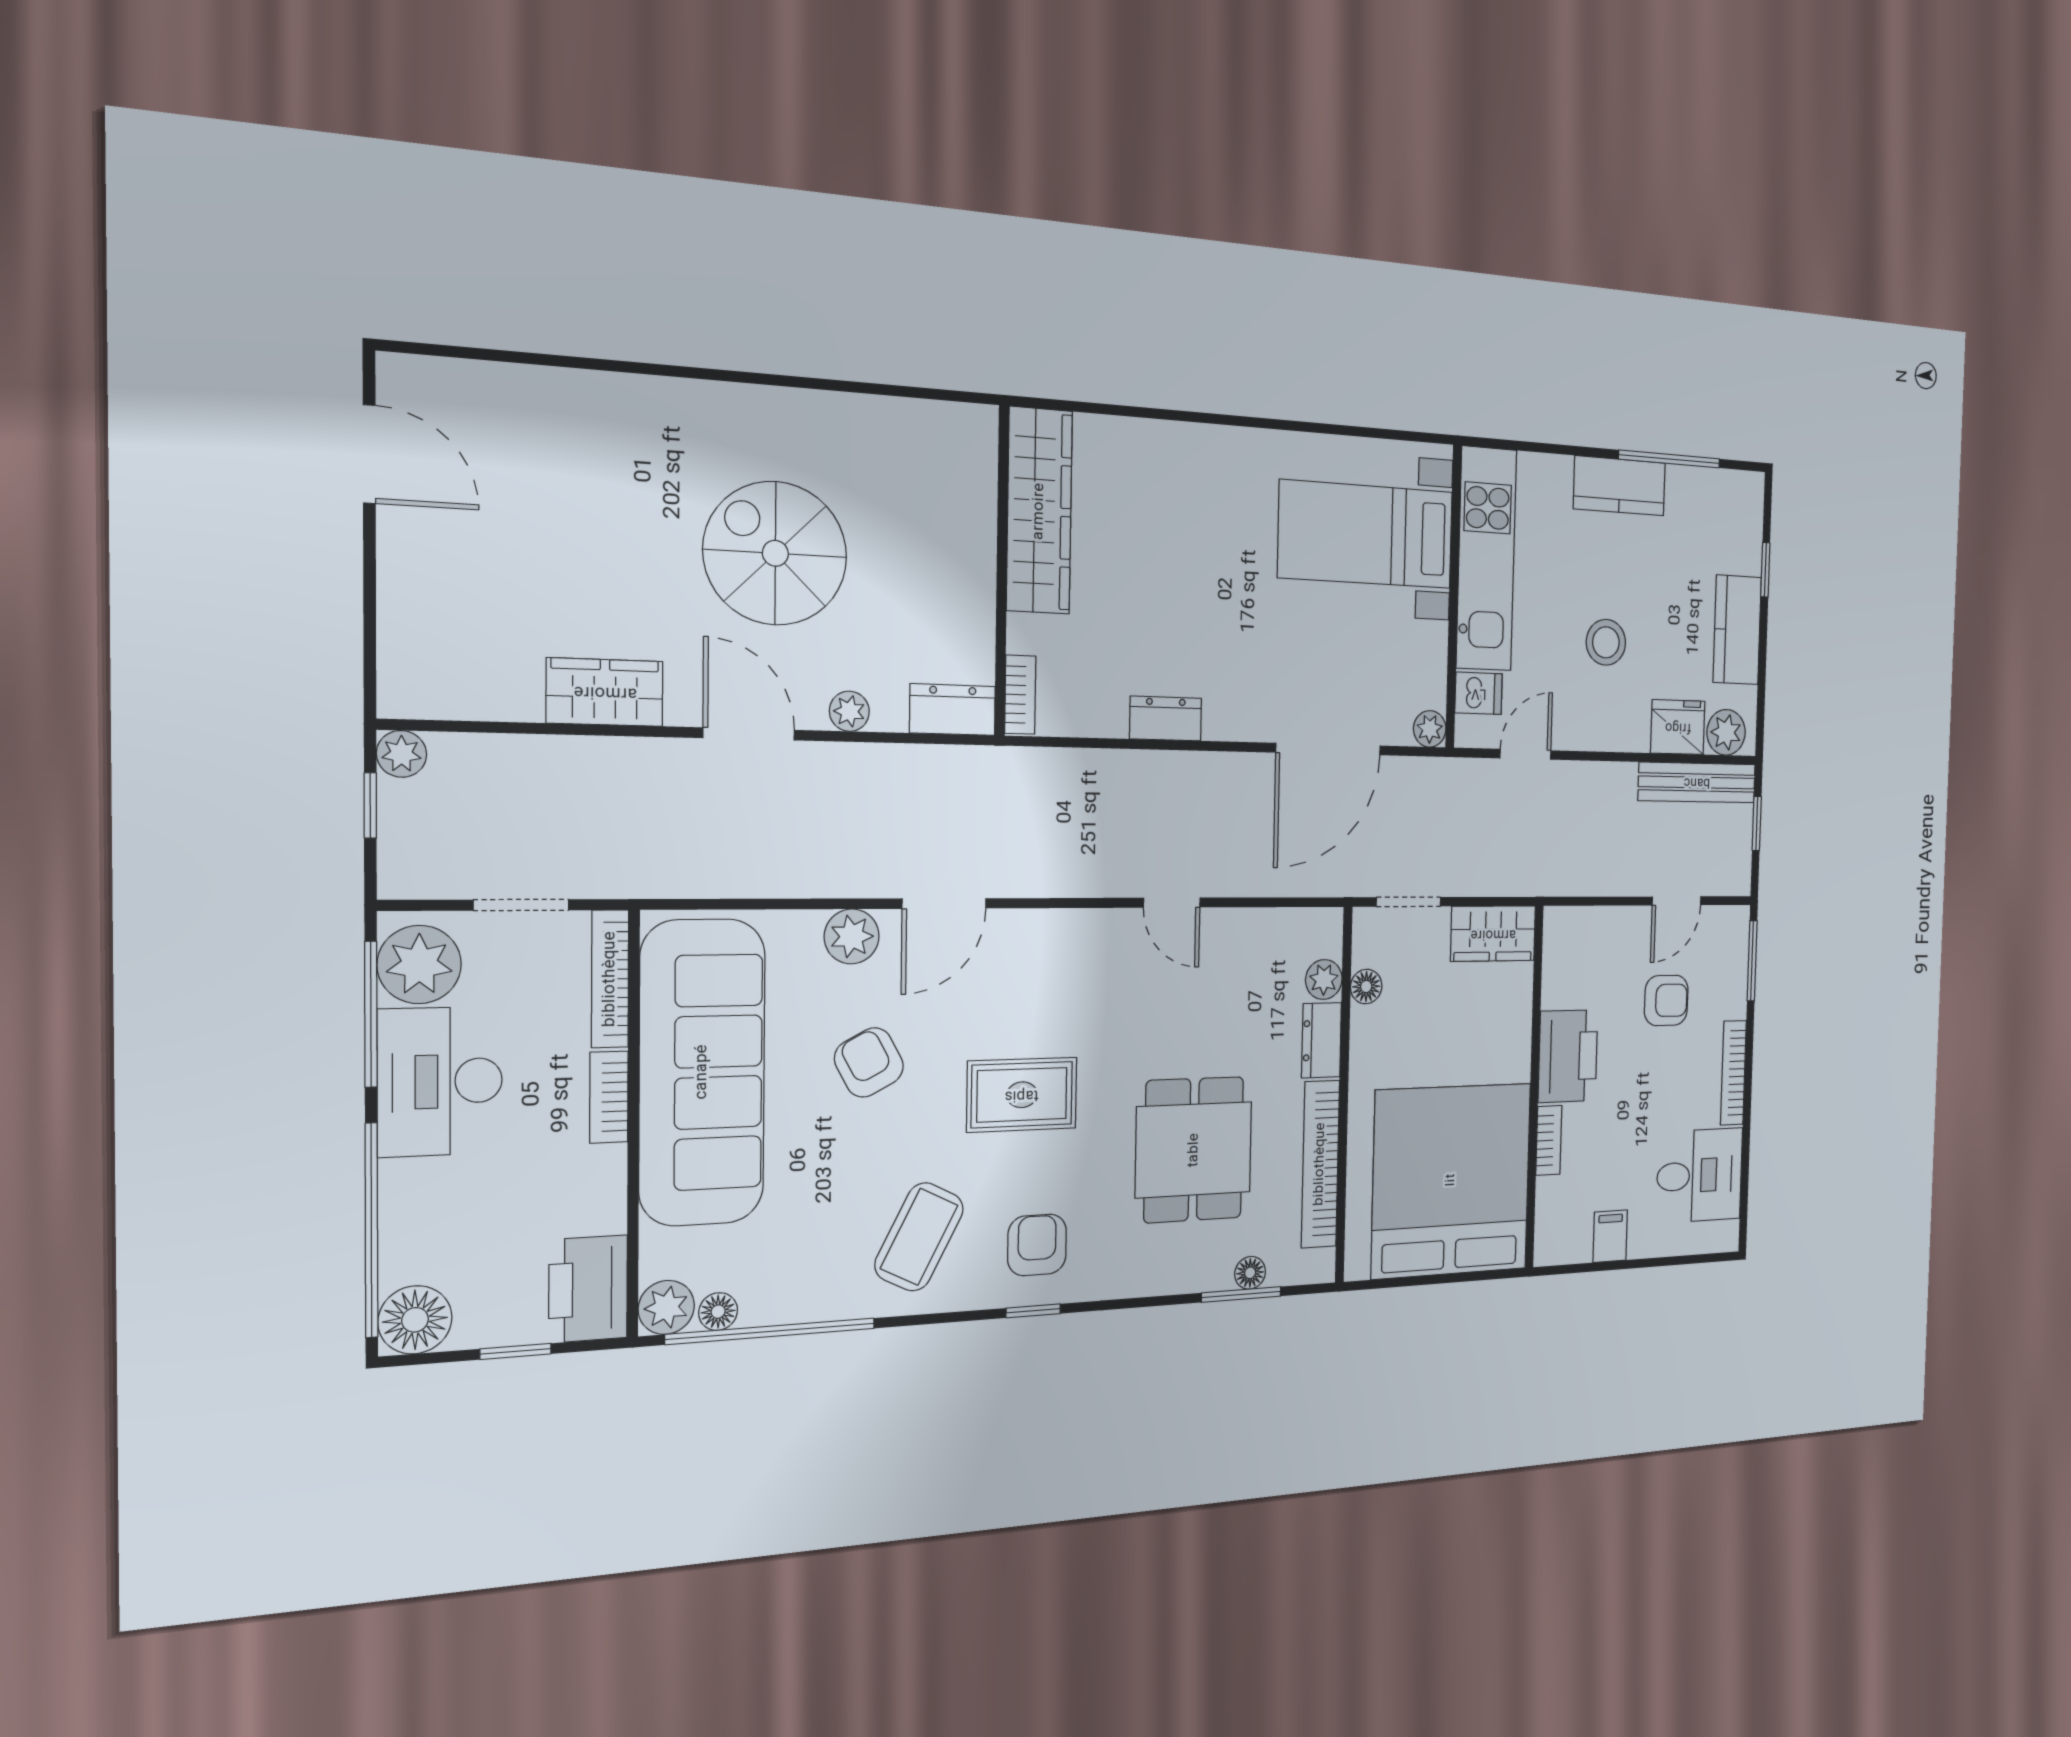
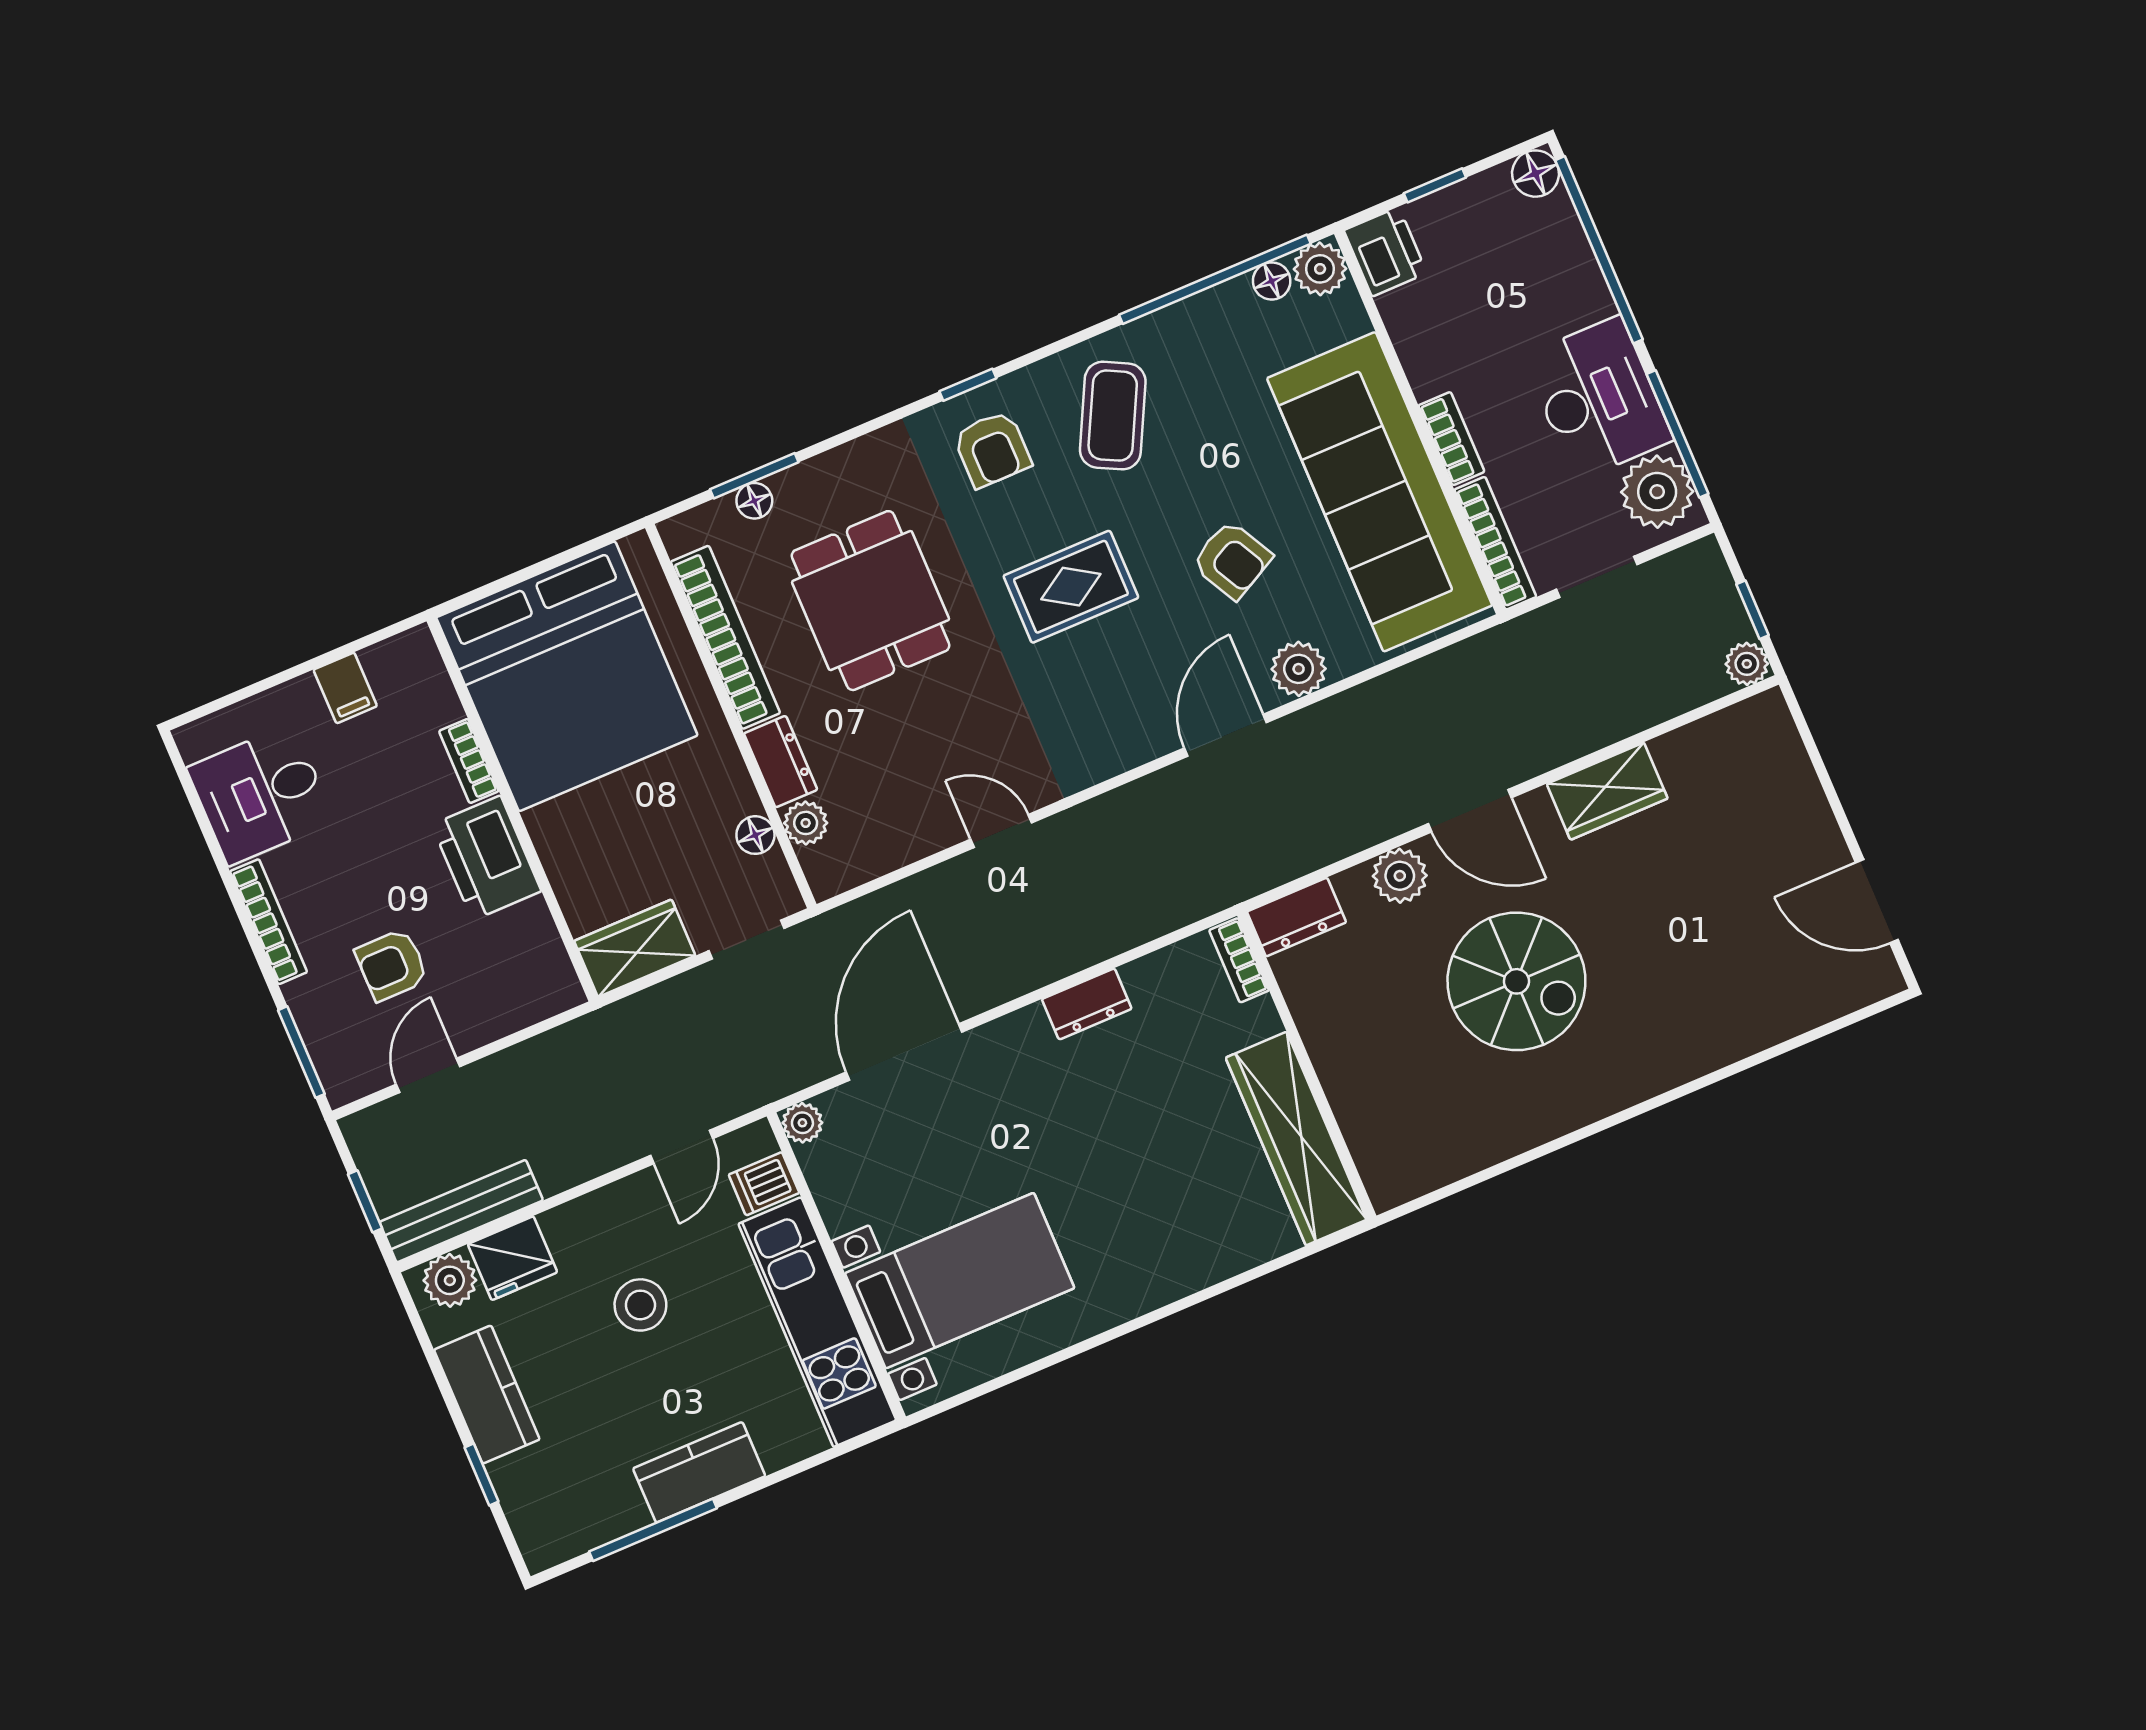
plant: (849, 711) -> (1400, 876), width x1.38, depth x1.38
printer: (588, 1289) -> (1385, 252), width x0.73, depth x0.84
floor lamp: (415, 1320) -> (1536, 174), width x0.73, depth x0.73

